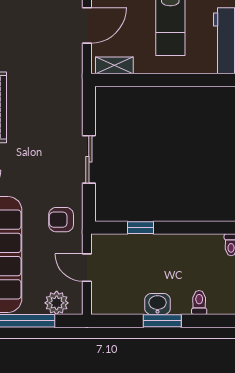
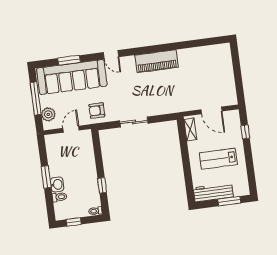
armchair: (61, 220) -> (97, 111), turned -90
window: (141, 228) -> (102, 185), moved
washbasin: (158, 304) -> (57, 185), moved

